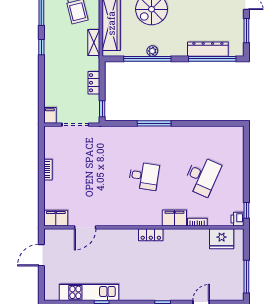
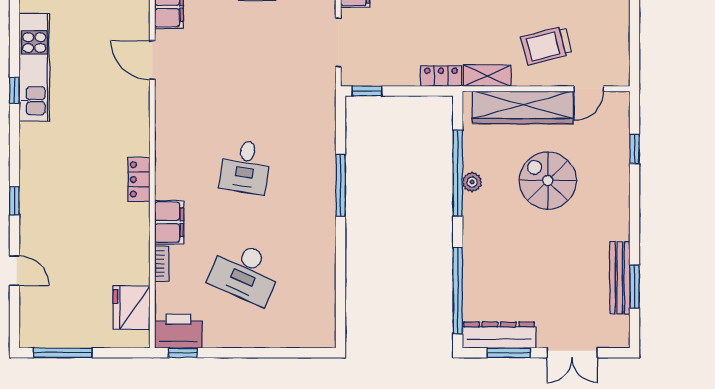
dresser: (208, 49) -> (499, 335), moved, turned -90
locker: (94, 83) -> (441, 76), moved
printer: (238, 219) -> (178, 331), width x1.87, depth x1.48

